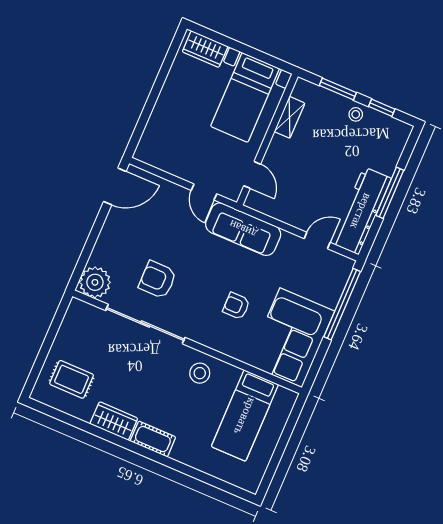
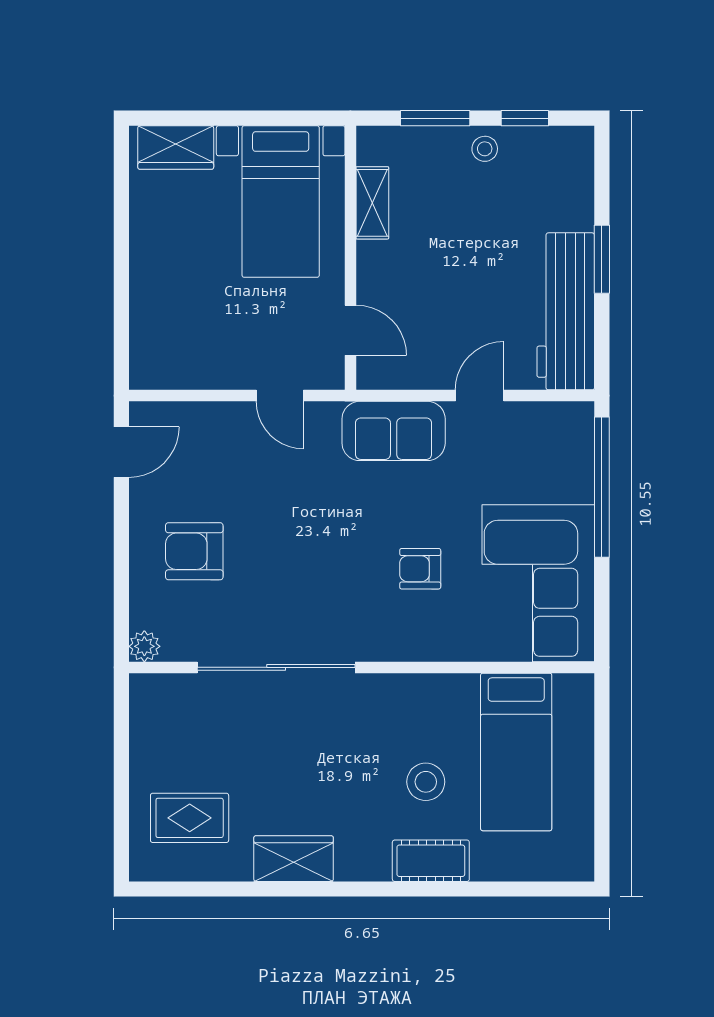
door: (115, 186) -> (121, 452), width x0.73
window: (390, 193) -> (602, 259), width x0.69
sofa: (243, 229) -> (394, 431), width x0.73
door: (317, 241) -> (480, 396), moved
armchair: (157, 280) -> (194, 551), moved
plant: (95, 282) -> (144, 646), width x0.53, depth x0.53
stool: (200, 373) -> (426, 782), moved
cot: (153, 439) -> (431, 861), moved

